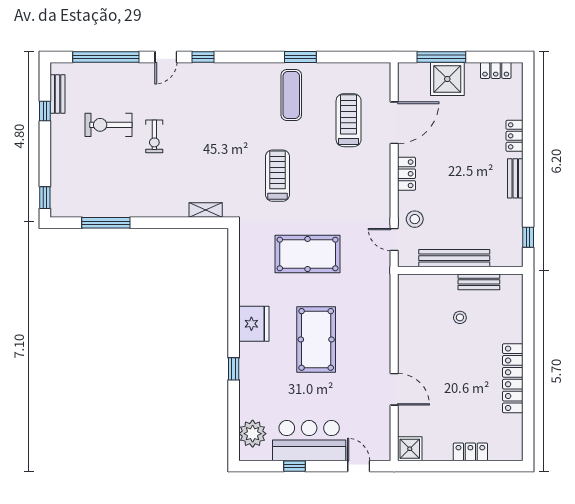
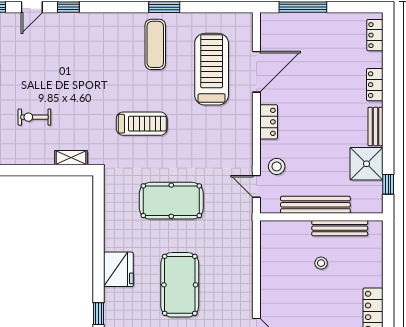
locker: (496, 70) -> (375, 35), moved, turned 90
shower: (447, 79) -> (366, 164), moved
treadmill: (349, 120) -> (212, 69), width x1.37, depth x1.38
exercise bike: (154, 136) -> (34, 117), moved, turned 90
treadmill: (278, 176) -> (142, 124), turned 90
bench: (479, 282) -> (340, 228), width x1.36

